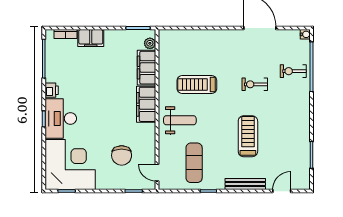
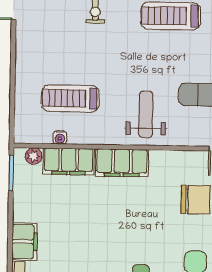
water cooler: (163, 61) -> (60, 137), added
treadmill: (197, 85) -> (70, 98), moved, turned 90

